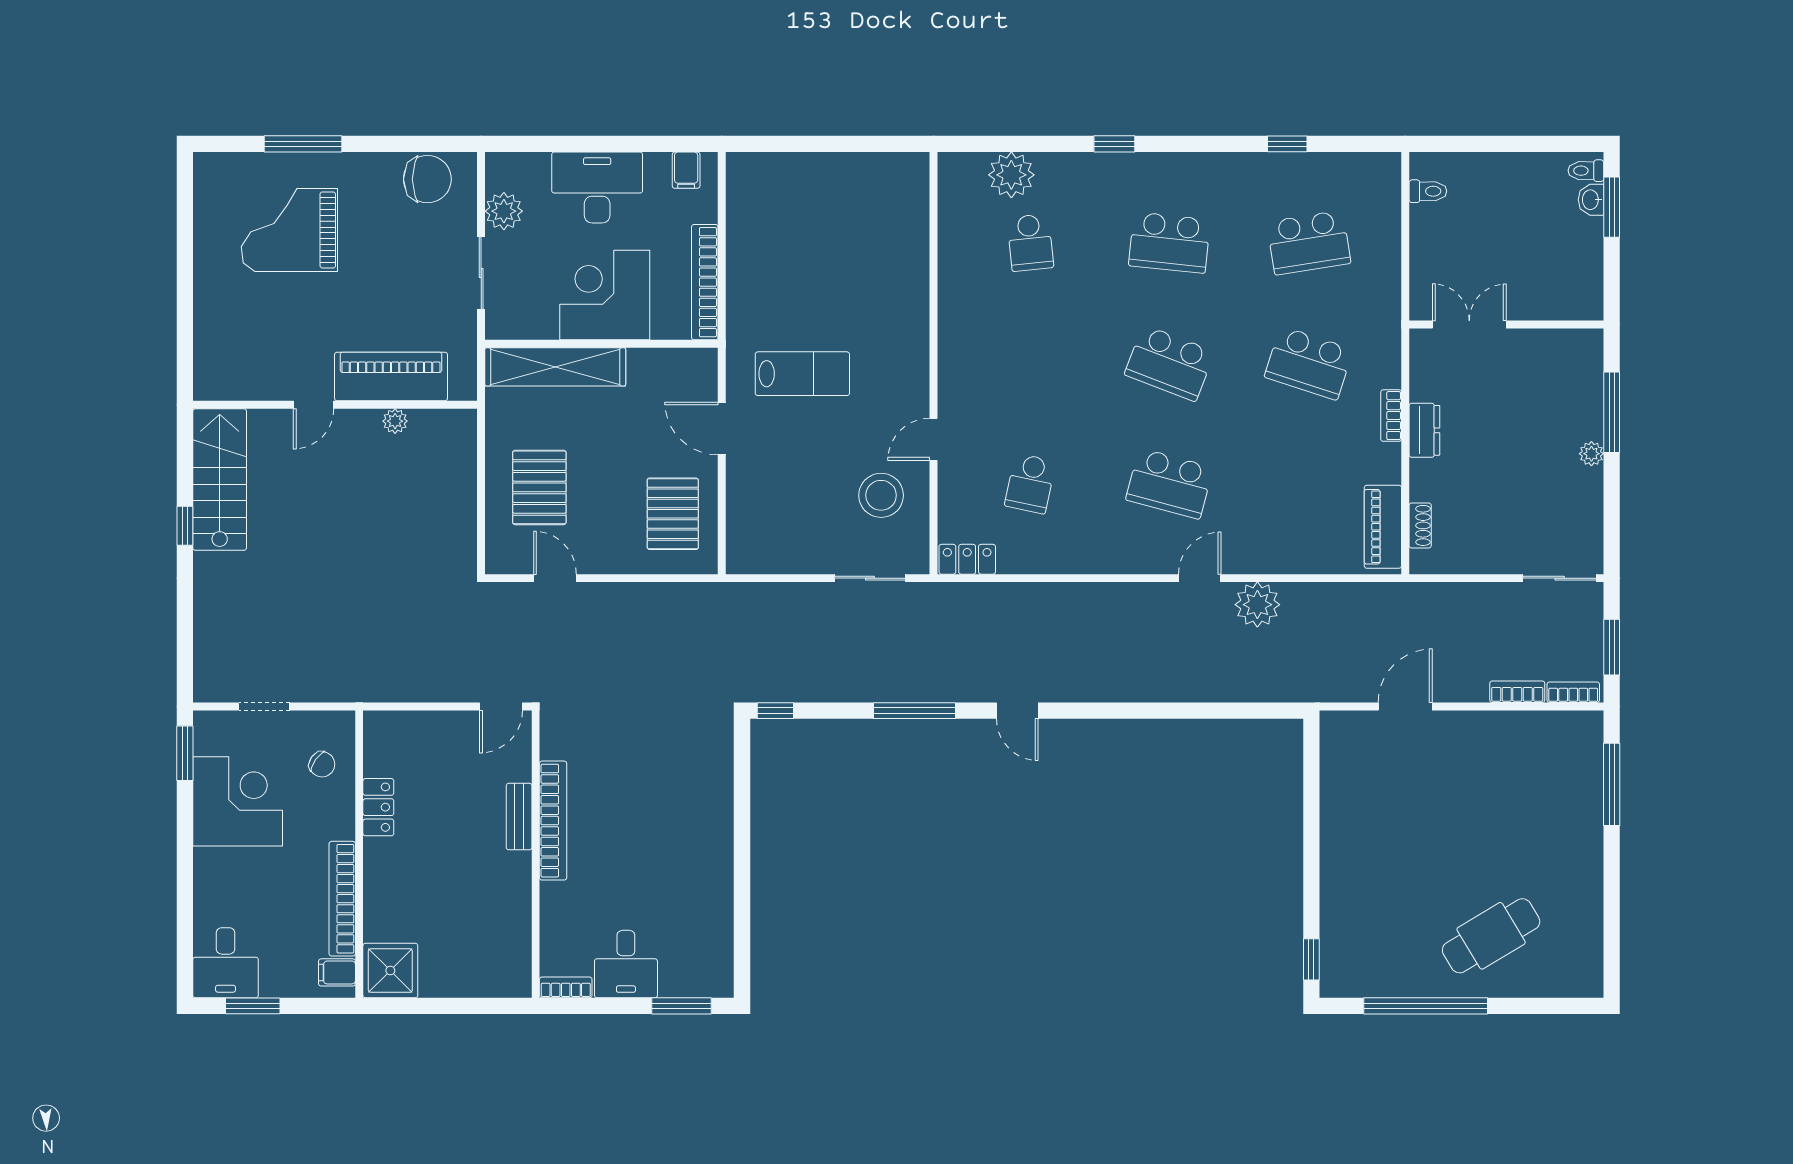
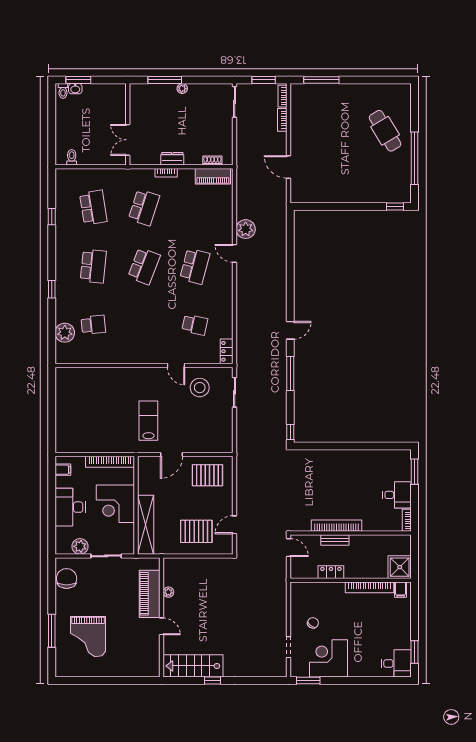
locker: (378, 807) -> (331, 572), moved
wall: (359, 854) -> (351, 580), moved
bookcase: (342, 899) -> (369, 587), moved
shower: (390, 971) -> (400, 567), moved
filing cabinet: (337, 972) -> (401, 590), moved

